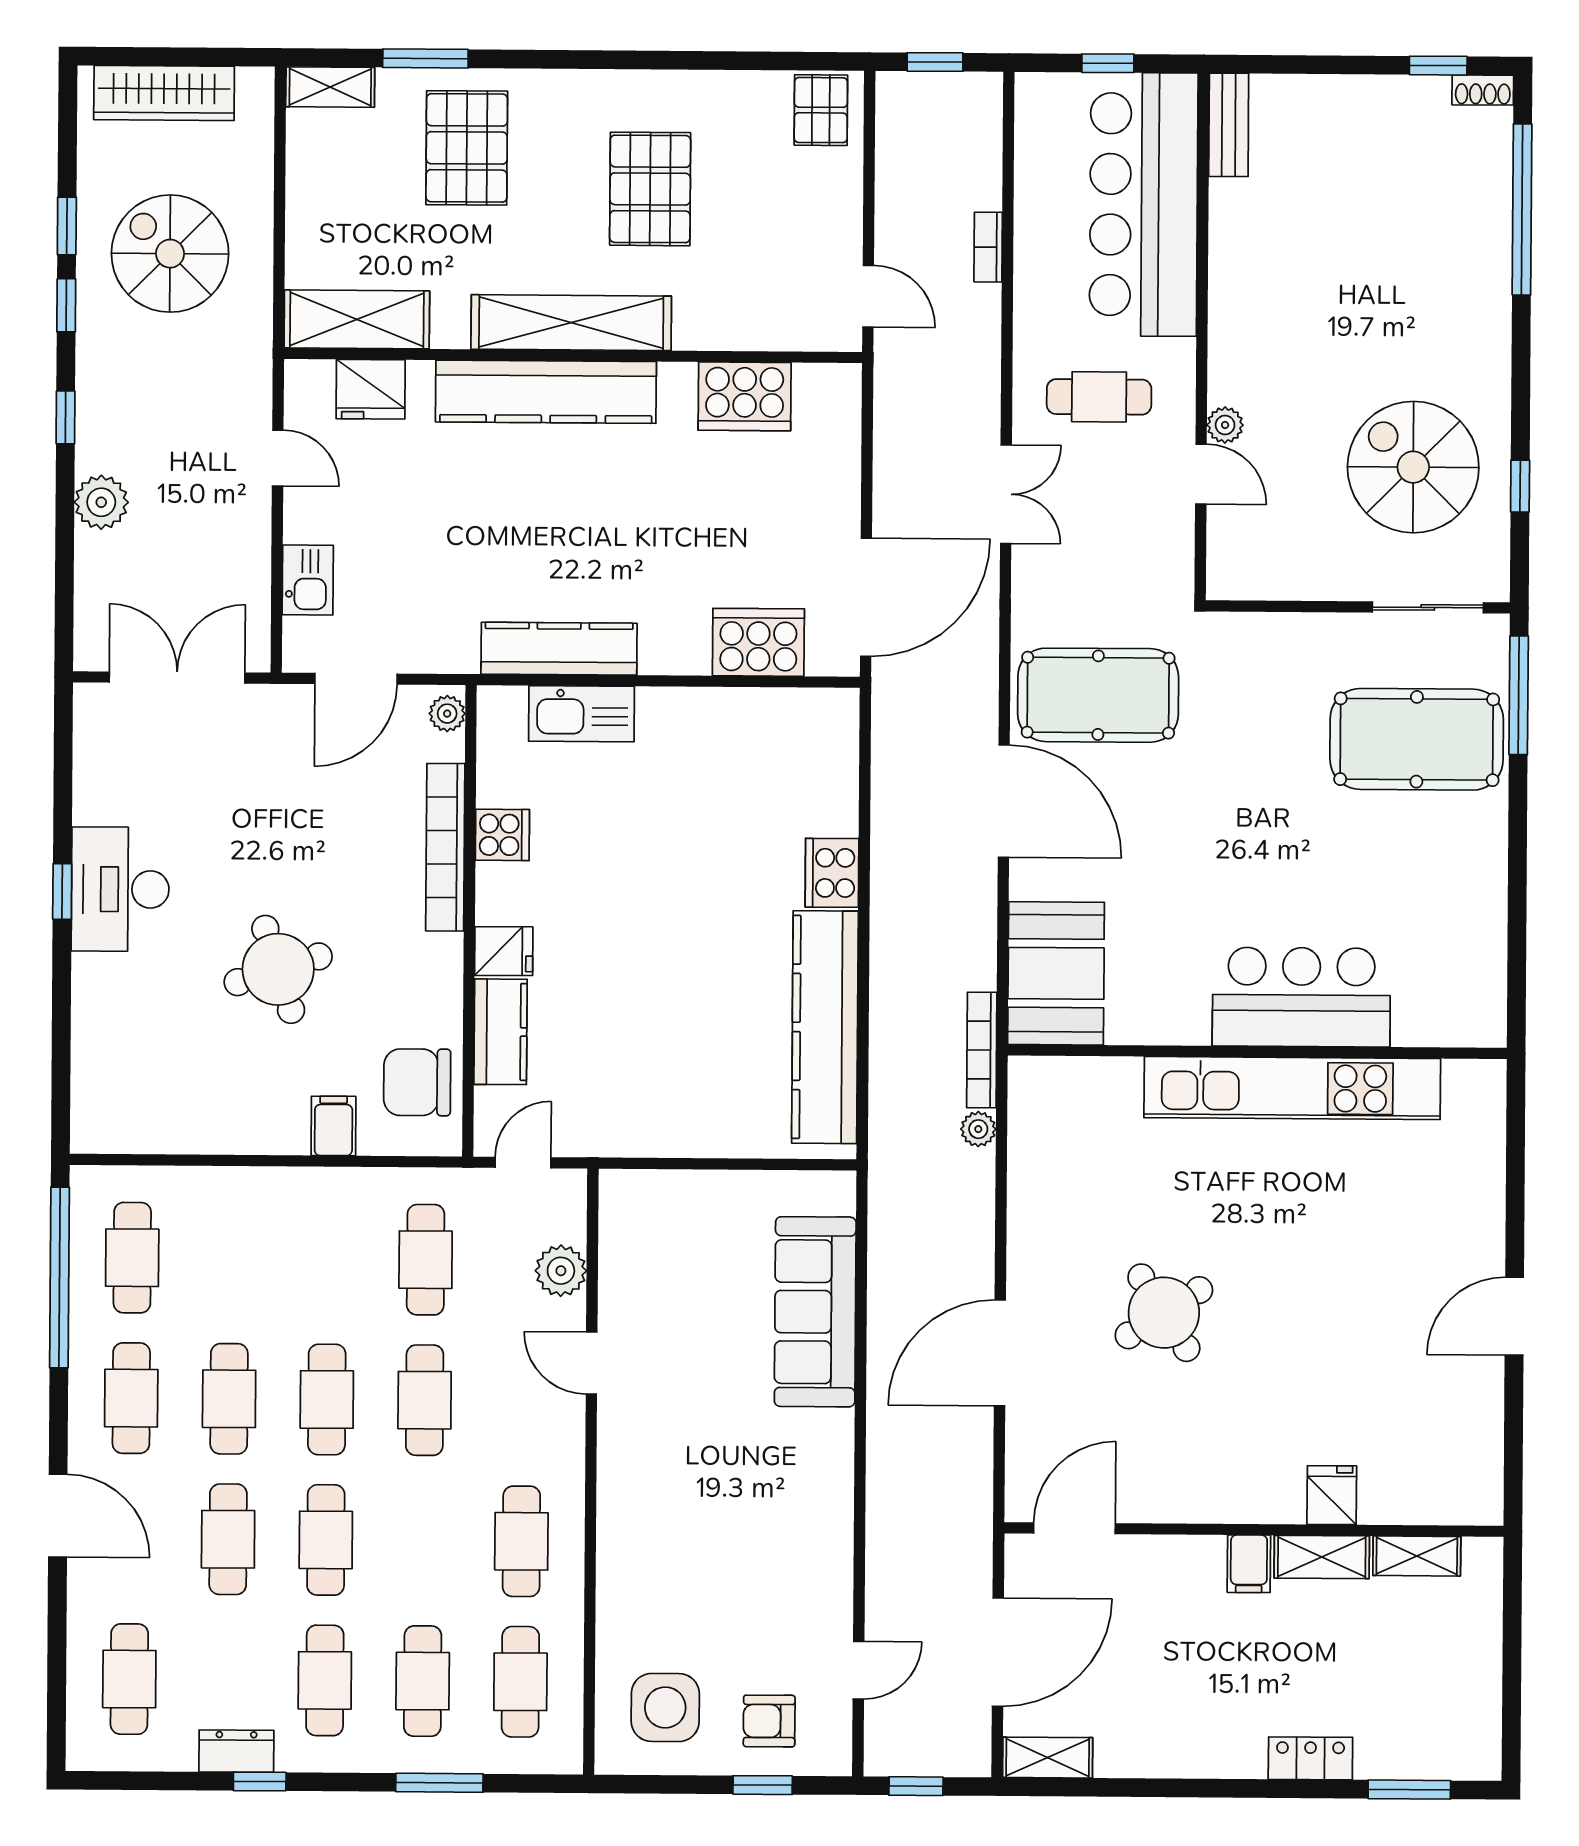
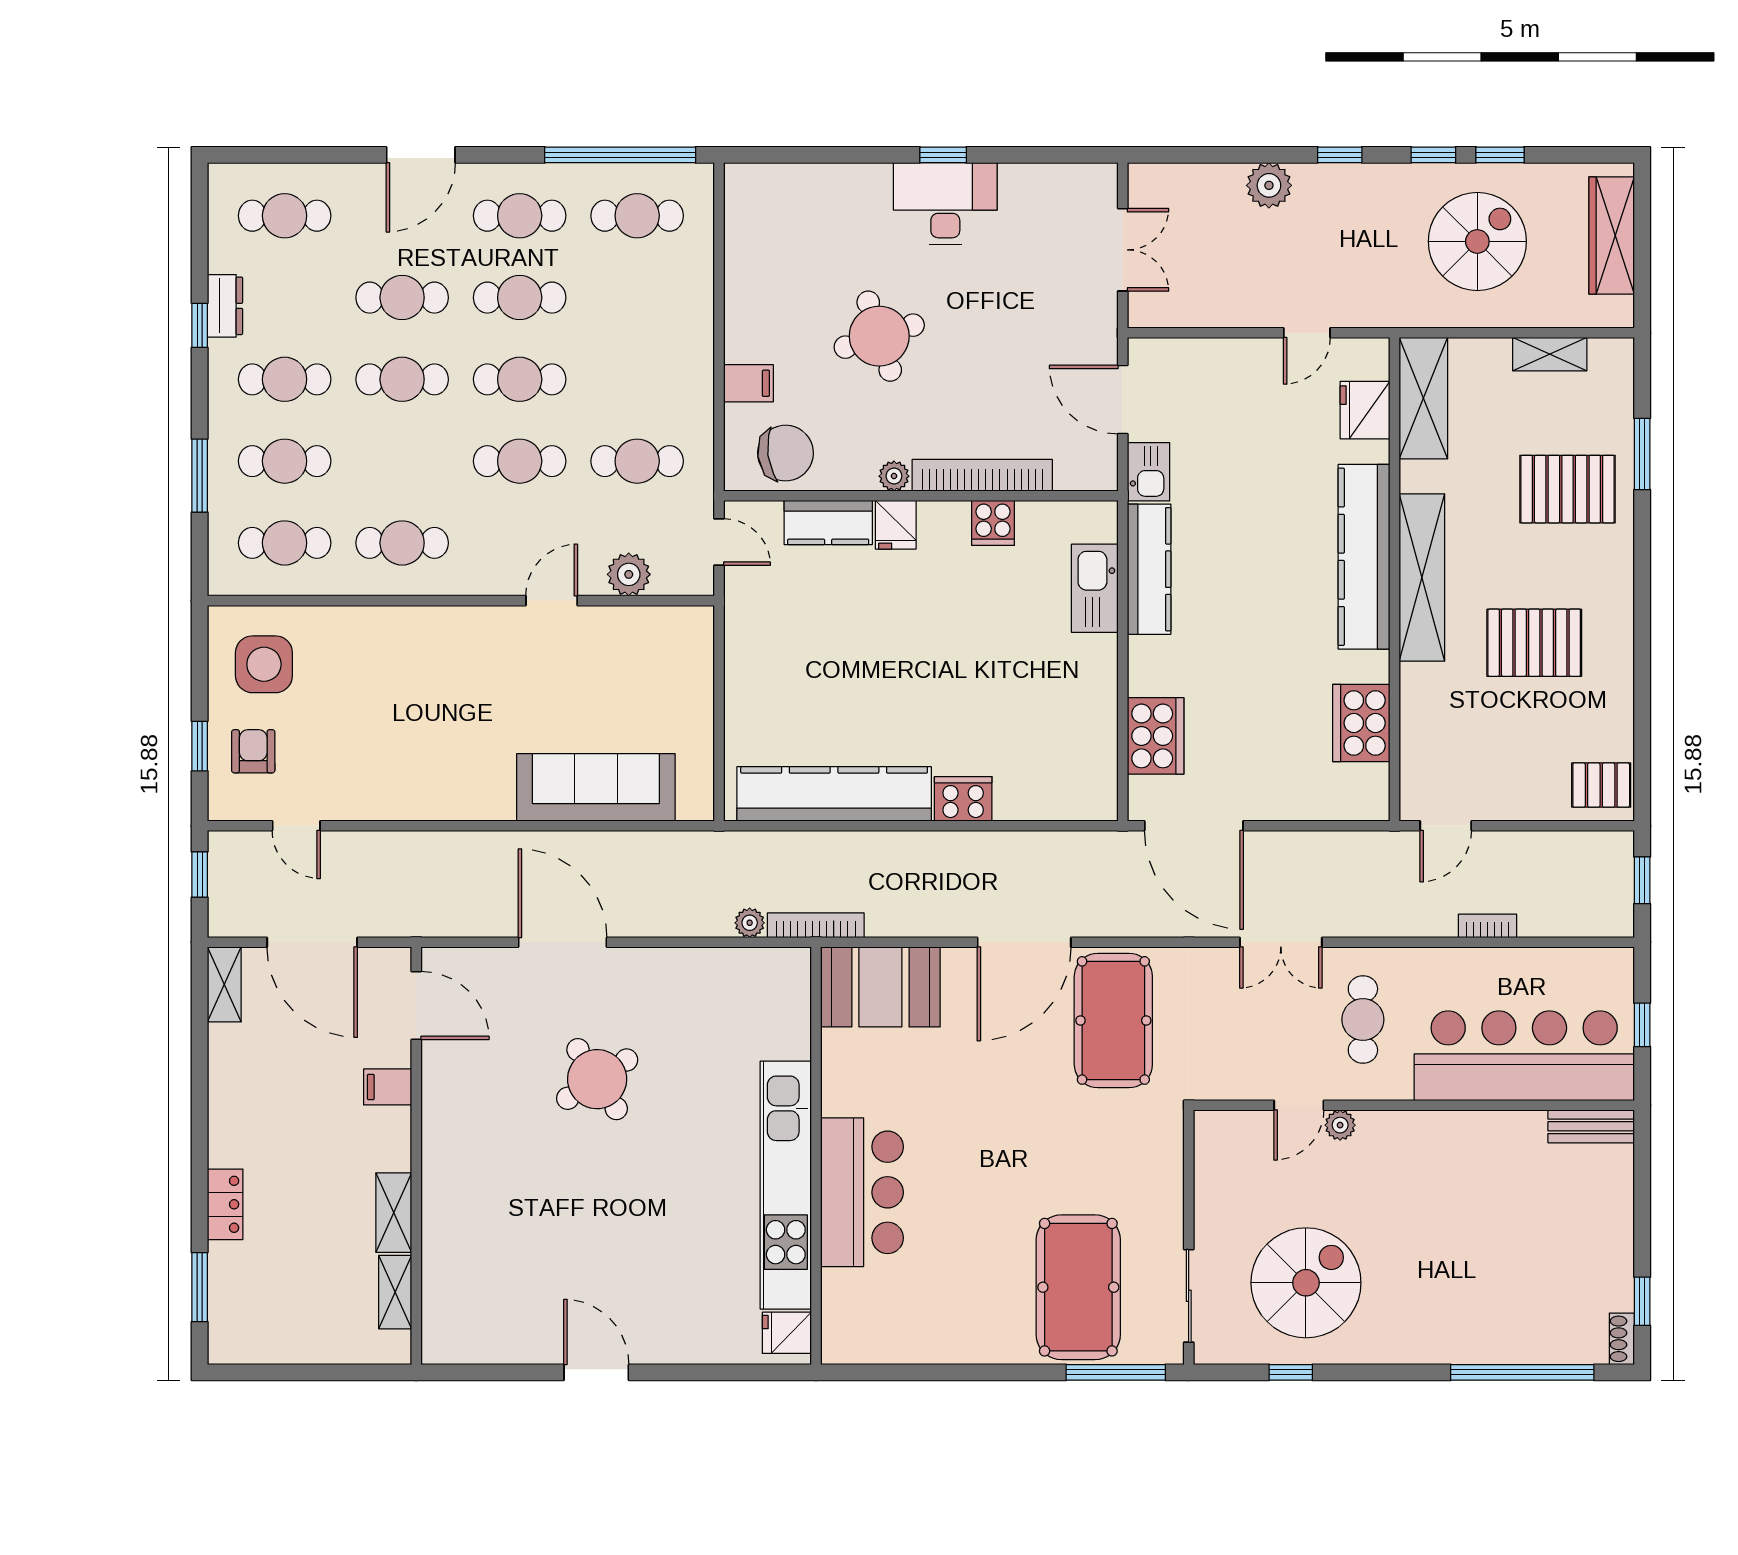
shelving: (330, 87) -> (1550, 354), moved, turned 90
kitchen sink: (308, 580) -> (1149, 472), moved, turned -90
double door: (177, 678) -> (1123, 250), width x0.73
plant: (447, 714) -> (894, 476), moved
chair: (417, 1082) -> (786, 453), turned 83
fridge: (1332, 1495) -> (787, 1333), moved, turned 180
filing cabinet: (1249, 1564) -> (388, 1087), moved

